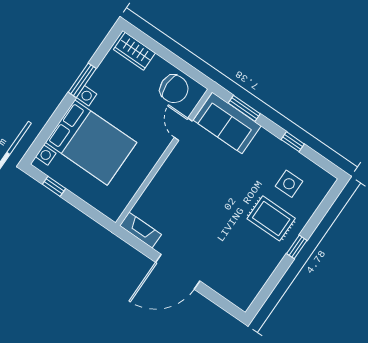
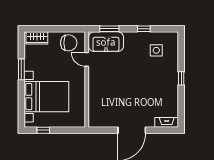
rug: (271, 218) -> (159, 73), removed
fireplace: (140, 230) -> (167, 122), moved

